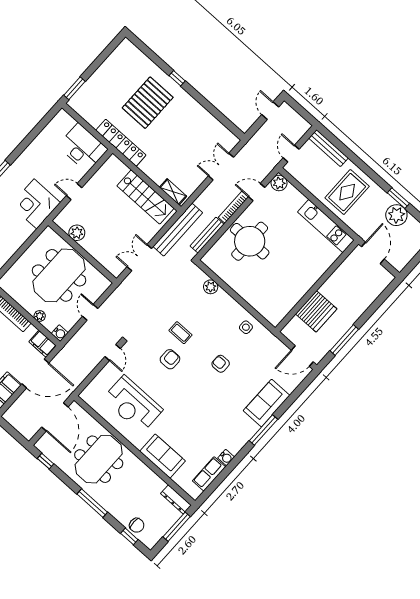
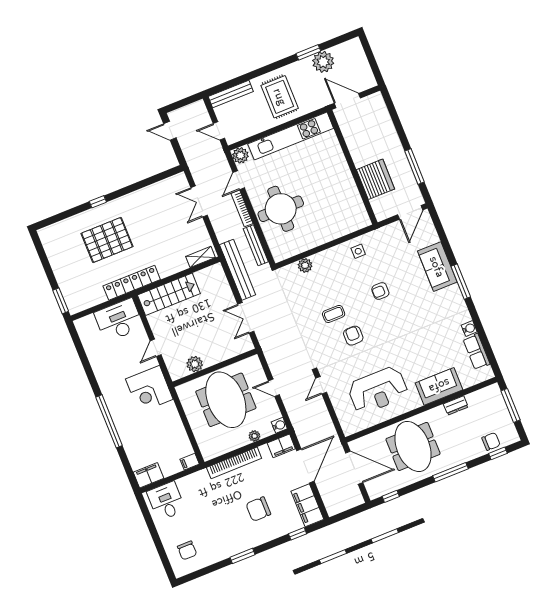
pallet: (148, 103) -> (107, 240), turned 90
stairs: (145, 197) -> (169, 294), moved
kitchen unit: (326, 226) -> (291, 136), width x1.36
door: (113, 352) -> (321, 385), swing flipped
dresser: (176, 499) -> (456, 405), moved, width x0.70

